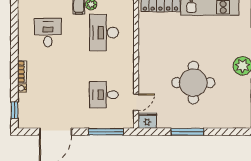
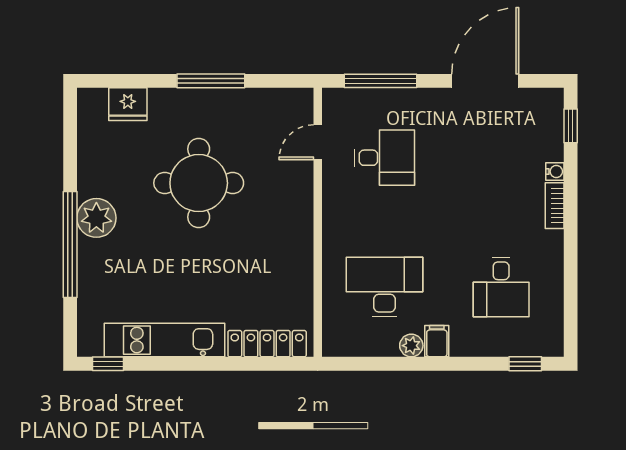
desk: (104, 33) -> (385, 287), turned -90
fridge: (147, 121) -> (128, 104), moved

